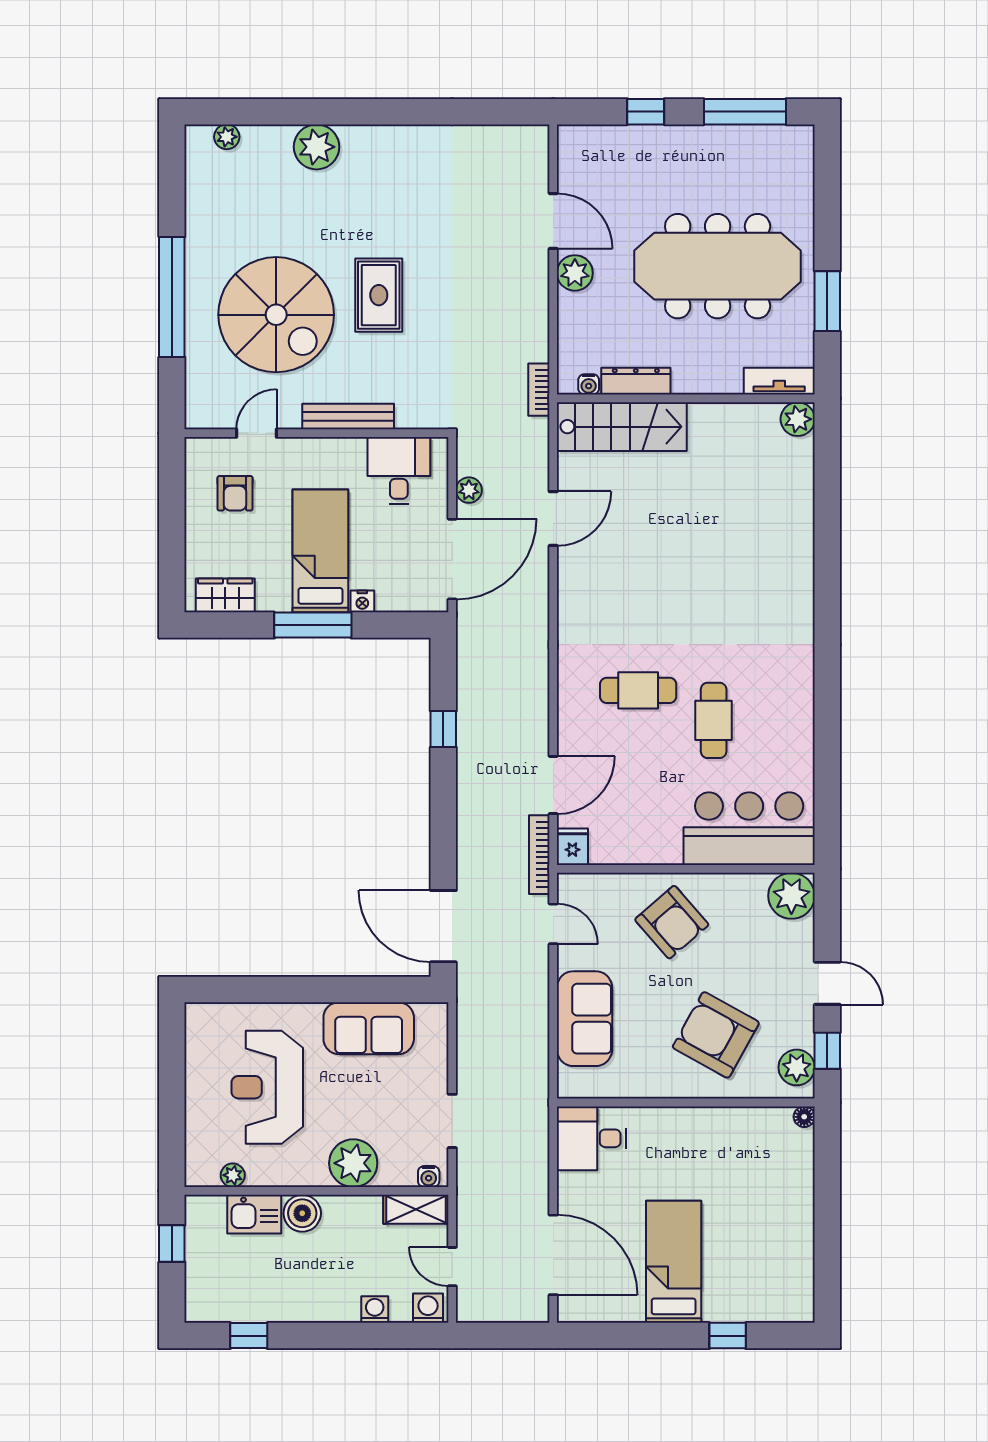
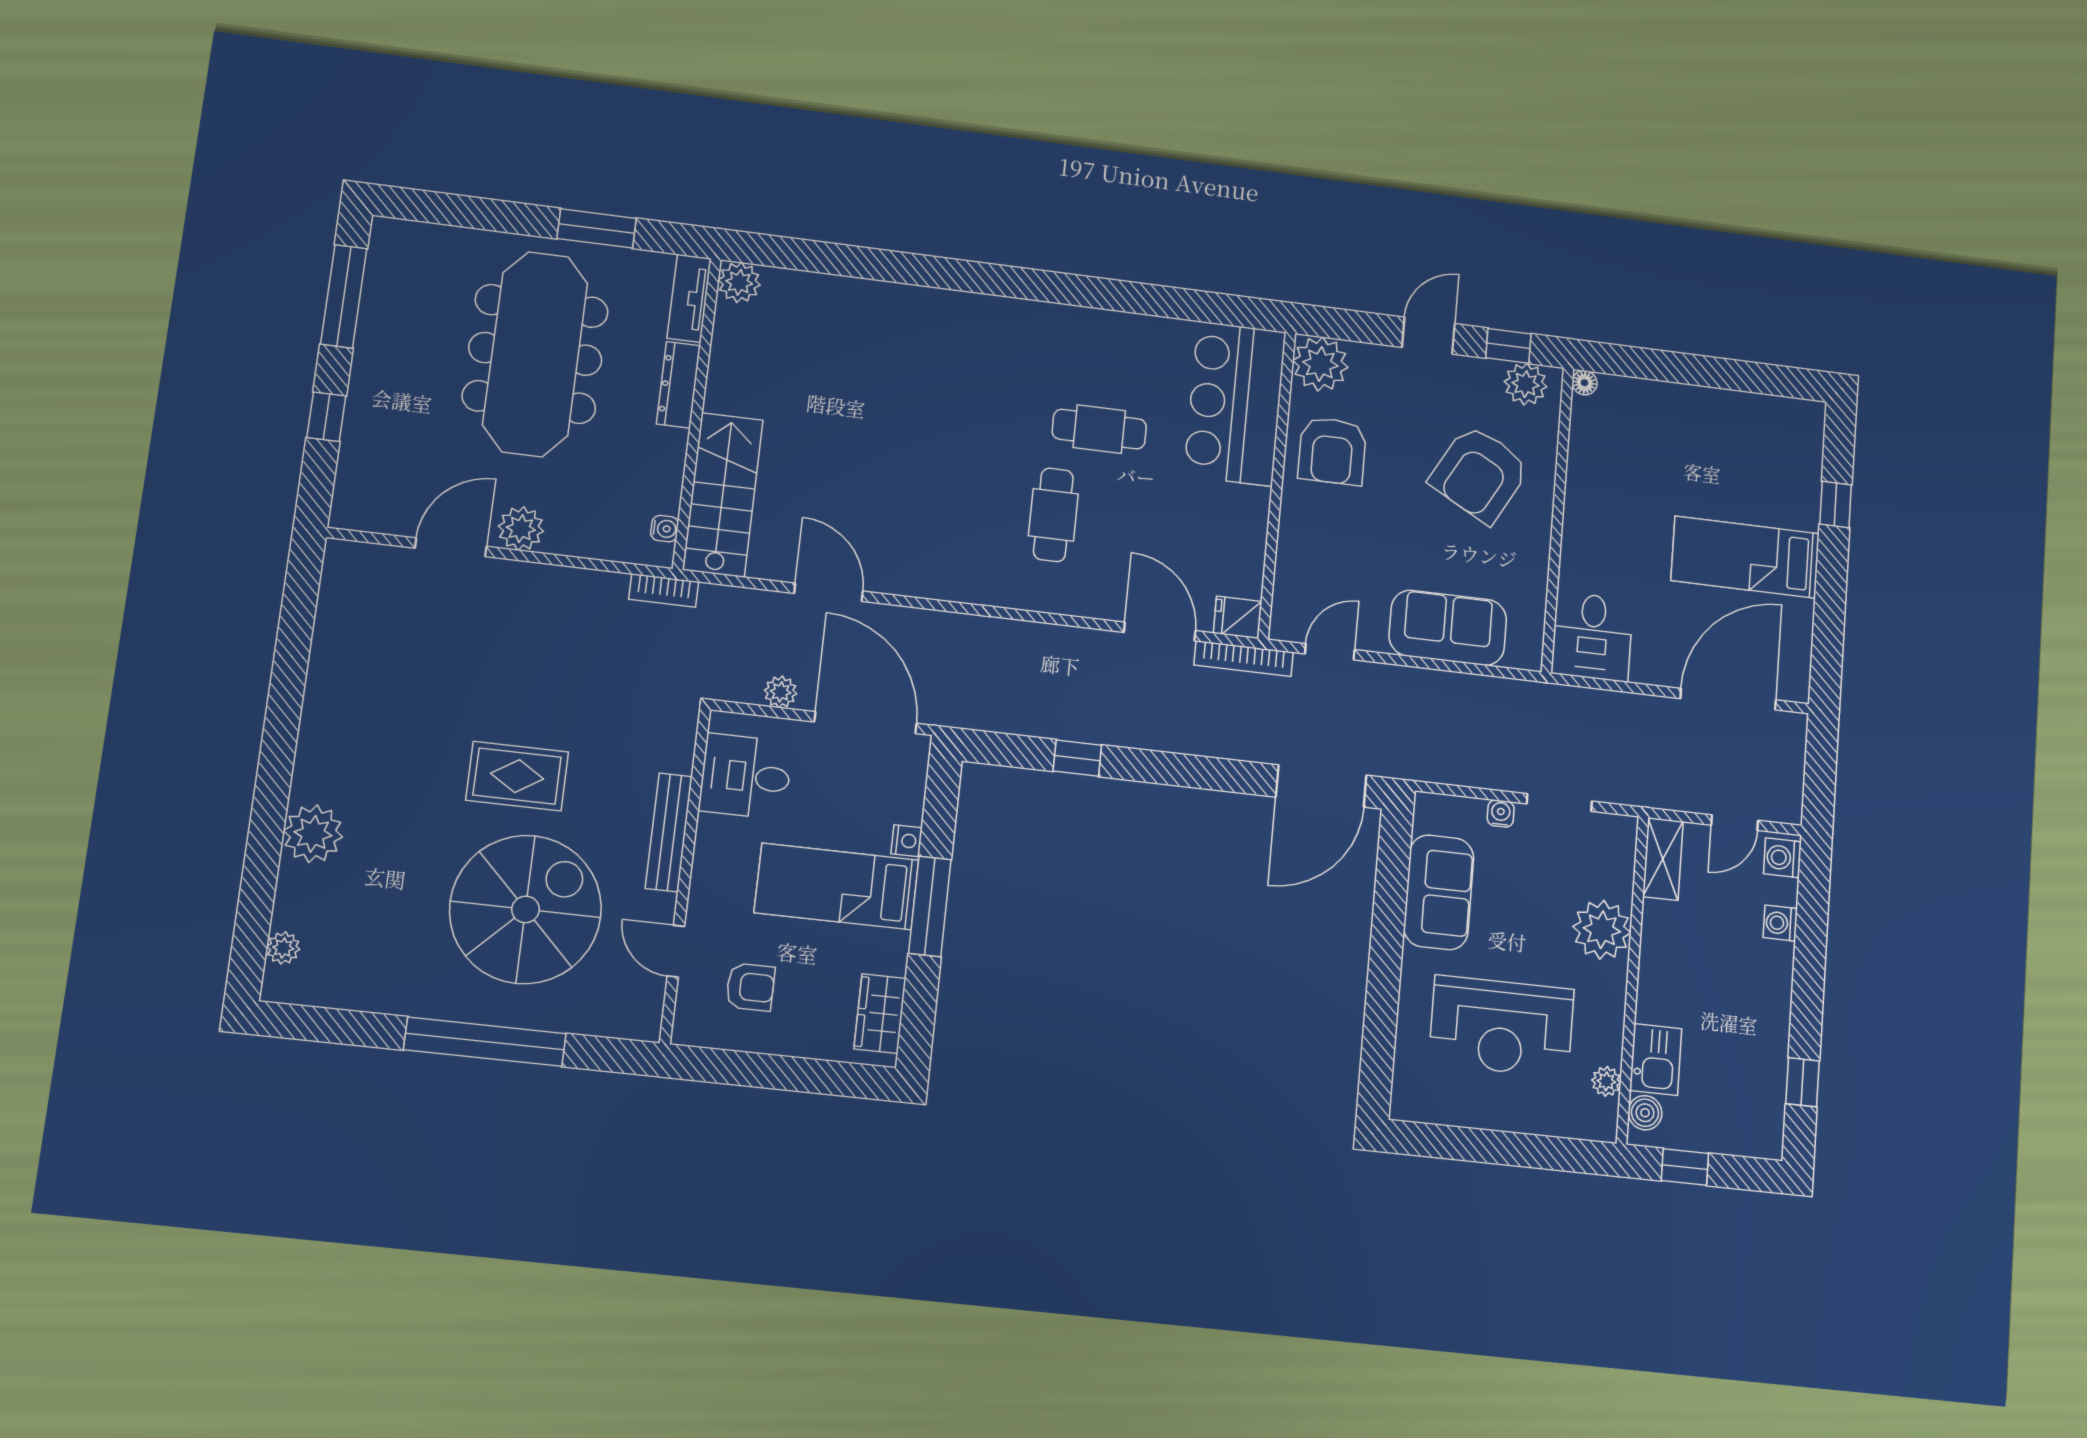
dresser: (636, 381) -> (678, 385), moved
armchair: (672, 922) -> (1332, 451), moved, turned 131
water cooler: (429, 1176) -> (1501, 814), moved, turned -90
boiler: (302, 1213) -> (1645, 1113), moved, width x0.73, depth x0.73

